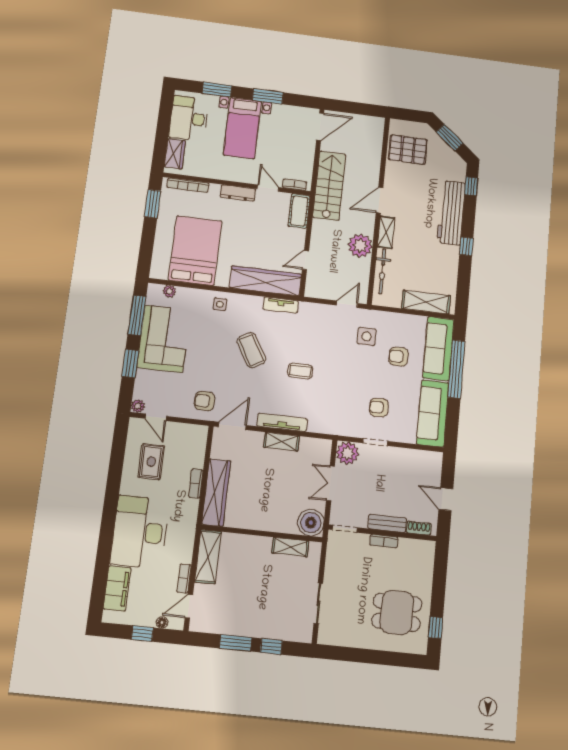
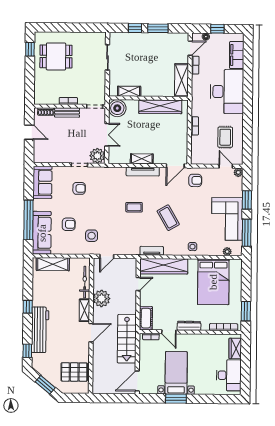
window: (217, 90) -> (212, 399), removed
bed with nightstands: (242, 128) -> (176, 373), moved
sofa: (433, 413) -> (42, 182), width x0.73
wardrobe: (216, 492) -> (160, 107), moved, turned -90

